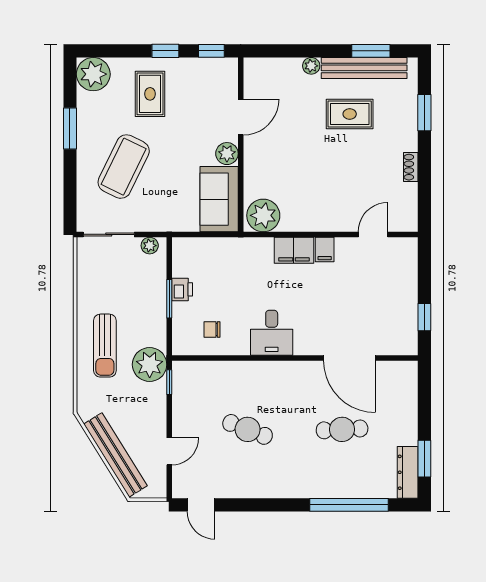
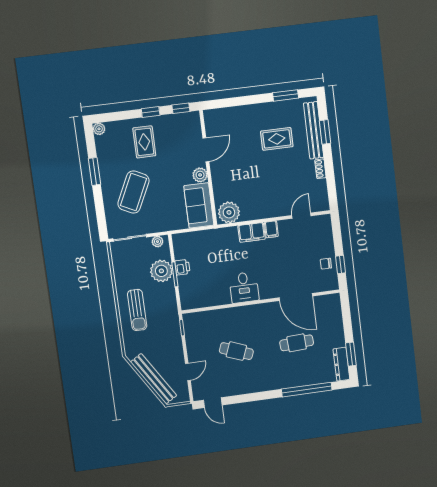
plant: (311, 66) -> (248, 110), removed
bench: (364, 68) -> (314, 130), moved, turned 90
plant: (93, 74) -> (99, 129), width x0.53, depth x0.53
chair: (212, 330) -> (326, 264), moved
plant: (150, 365) -> (161, 271), moved

